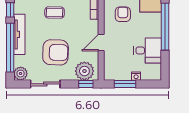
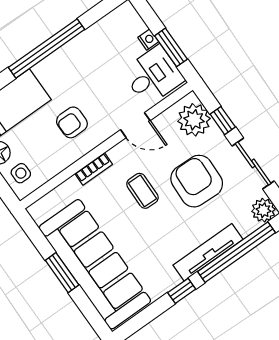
coffee table: (55, 13) -> (142, 191), moved
desk: (148, 50) -> (153, 76), moved, turned 90
window: (86, 84) -> (223, 121), moved

